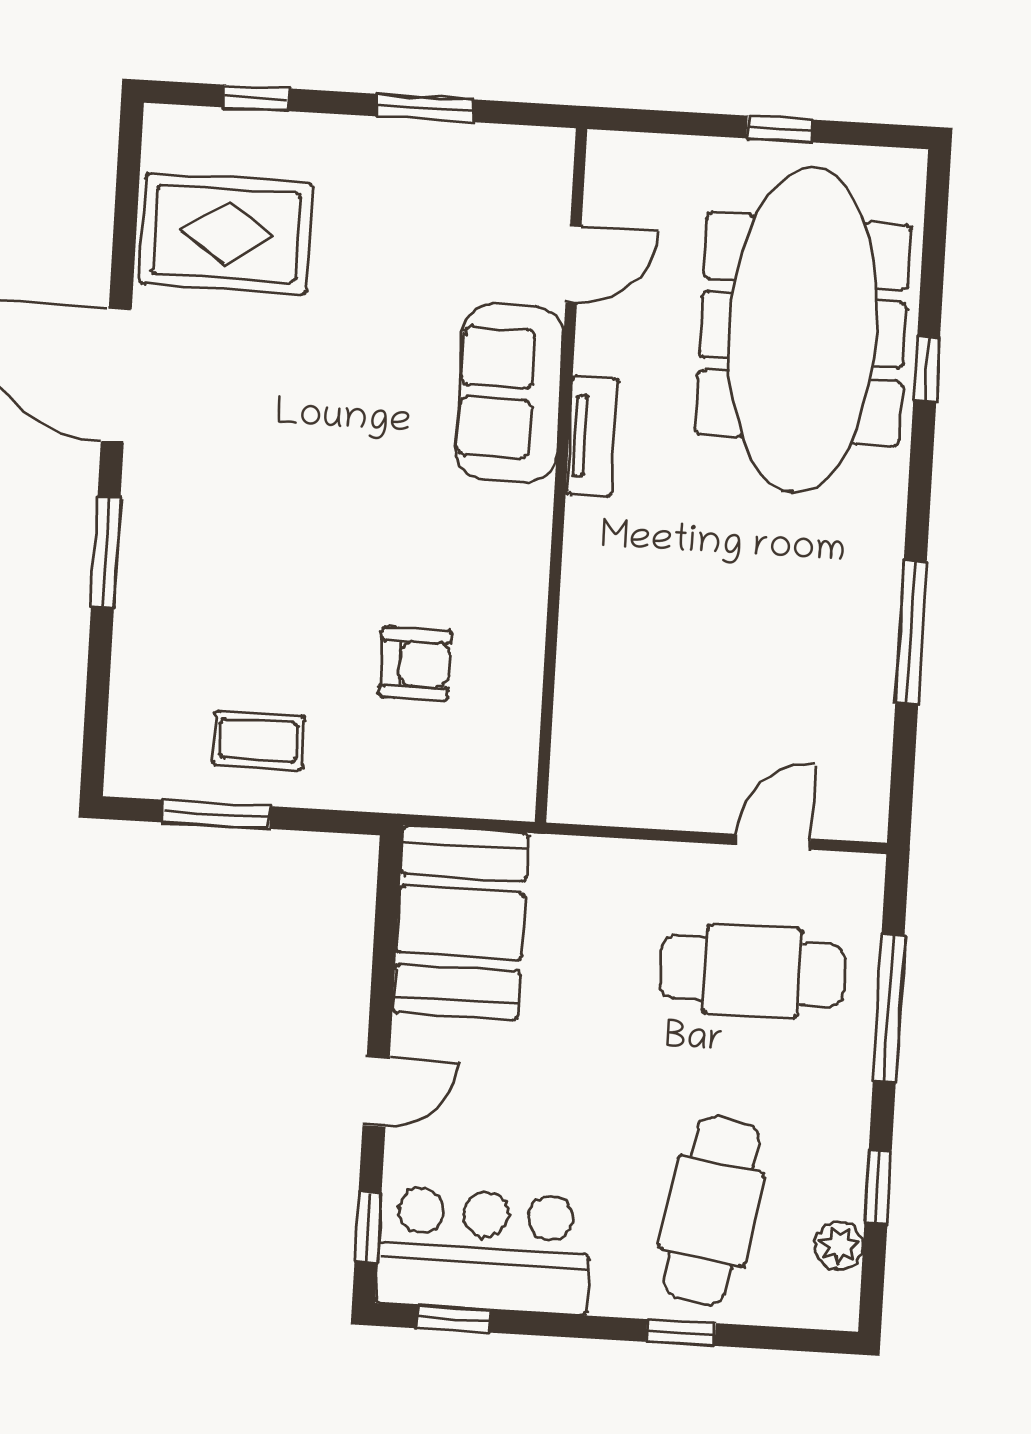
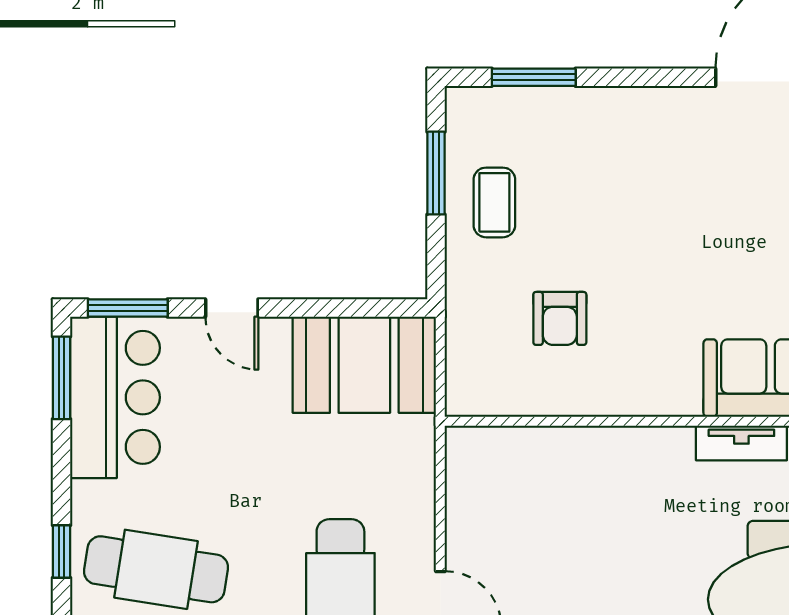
window: (106, 552) -> (534, 77), moved
window: (368, 1227) -> (128, 308), width x1.50
window: (454, 1319) -> (61, 378), width x1.50

